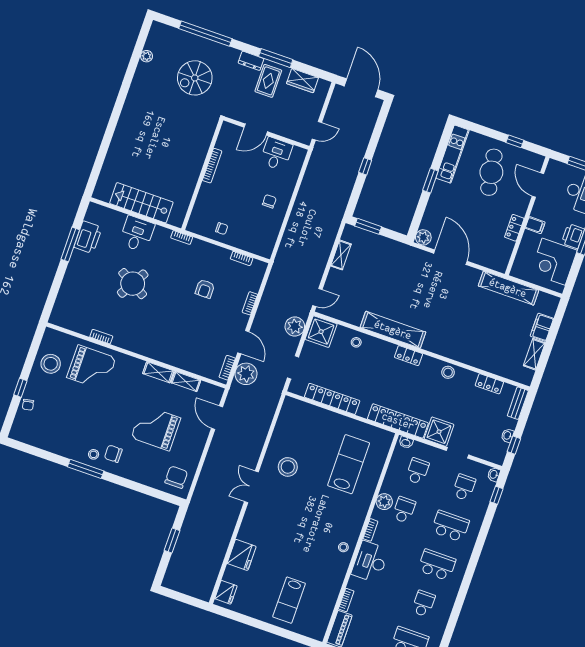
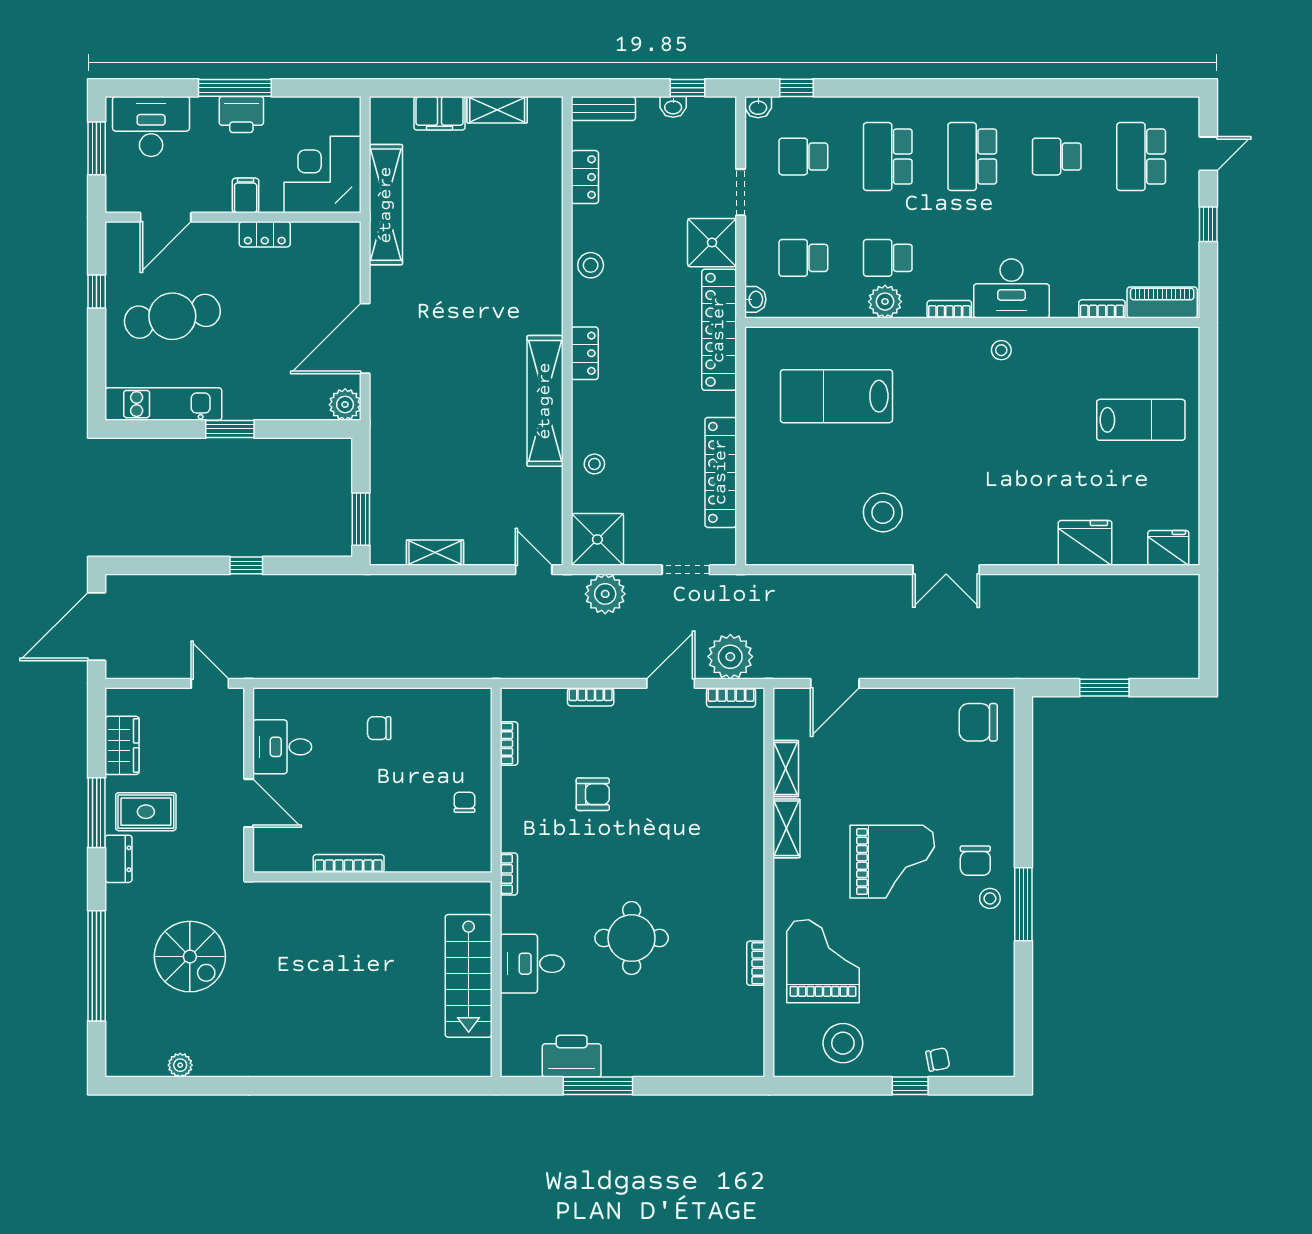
corner desk: (554, 262) -> (323, 175), moved, turned 180
round table: (133, 284) -> (632, 938), turned -30
grand piano: (156, 428) -> (892, 862), moved, turned -90

